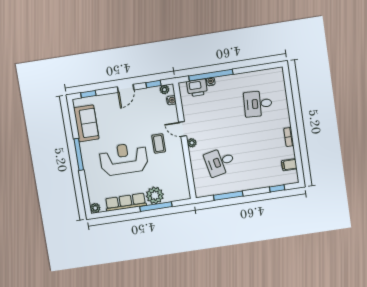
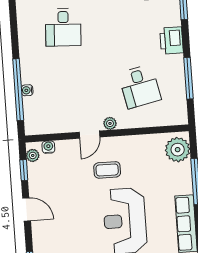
printer: (197, 88) -> (171, 40), moved, turned 180
plant: (155, 195) -> (178, 150), moved

